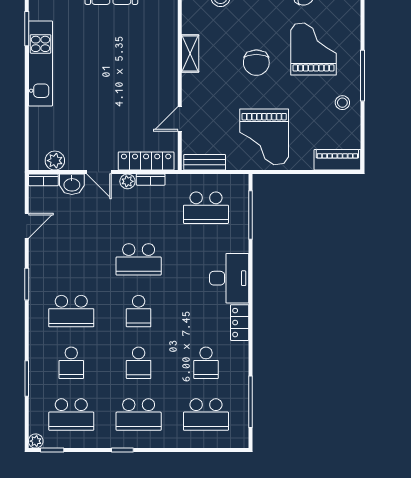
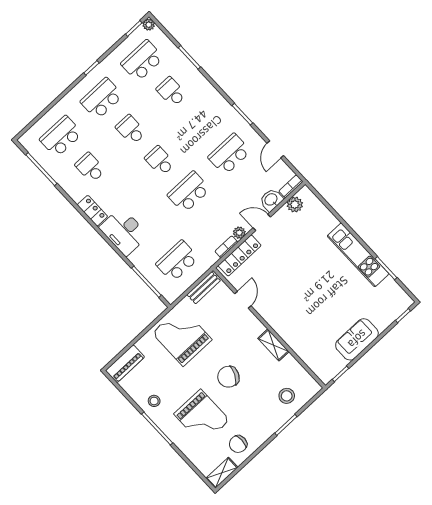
chair: (256, 63) -> (228, 377), turned -64
school desk: (71, 311) -> (229, 154), moved

